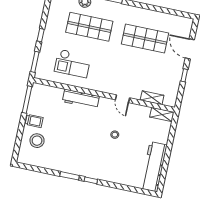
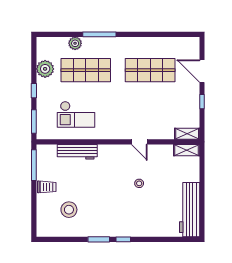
plant: (54, 18) -> (45, 69), added
shelving: (152, 98) -> (187, 134), moved
workbench: (81, 99) -> (77, 152), moved
stool: (37, 141) -> (69, 210), moved

